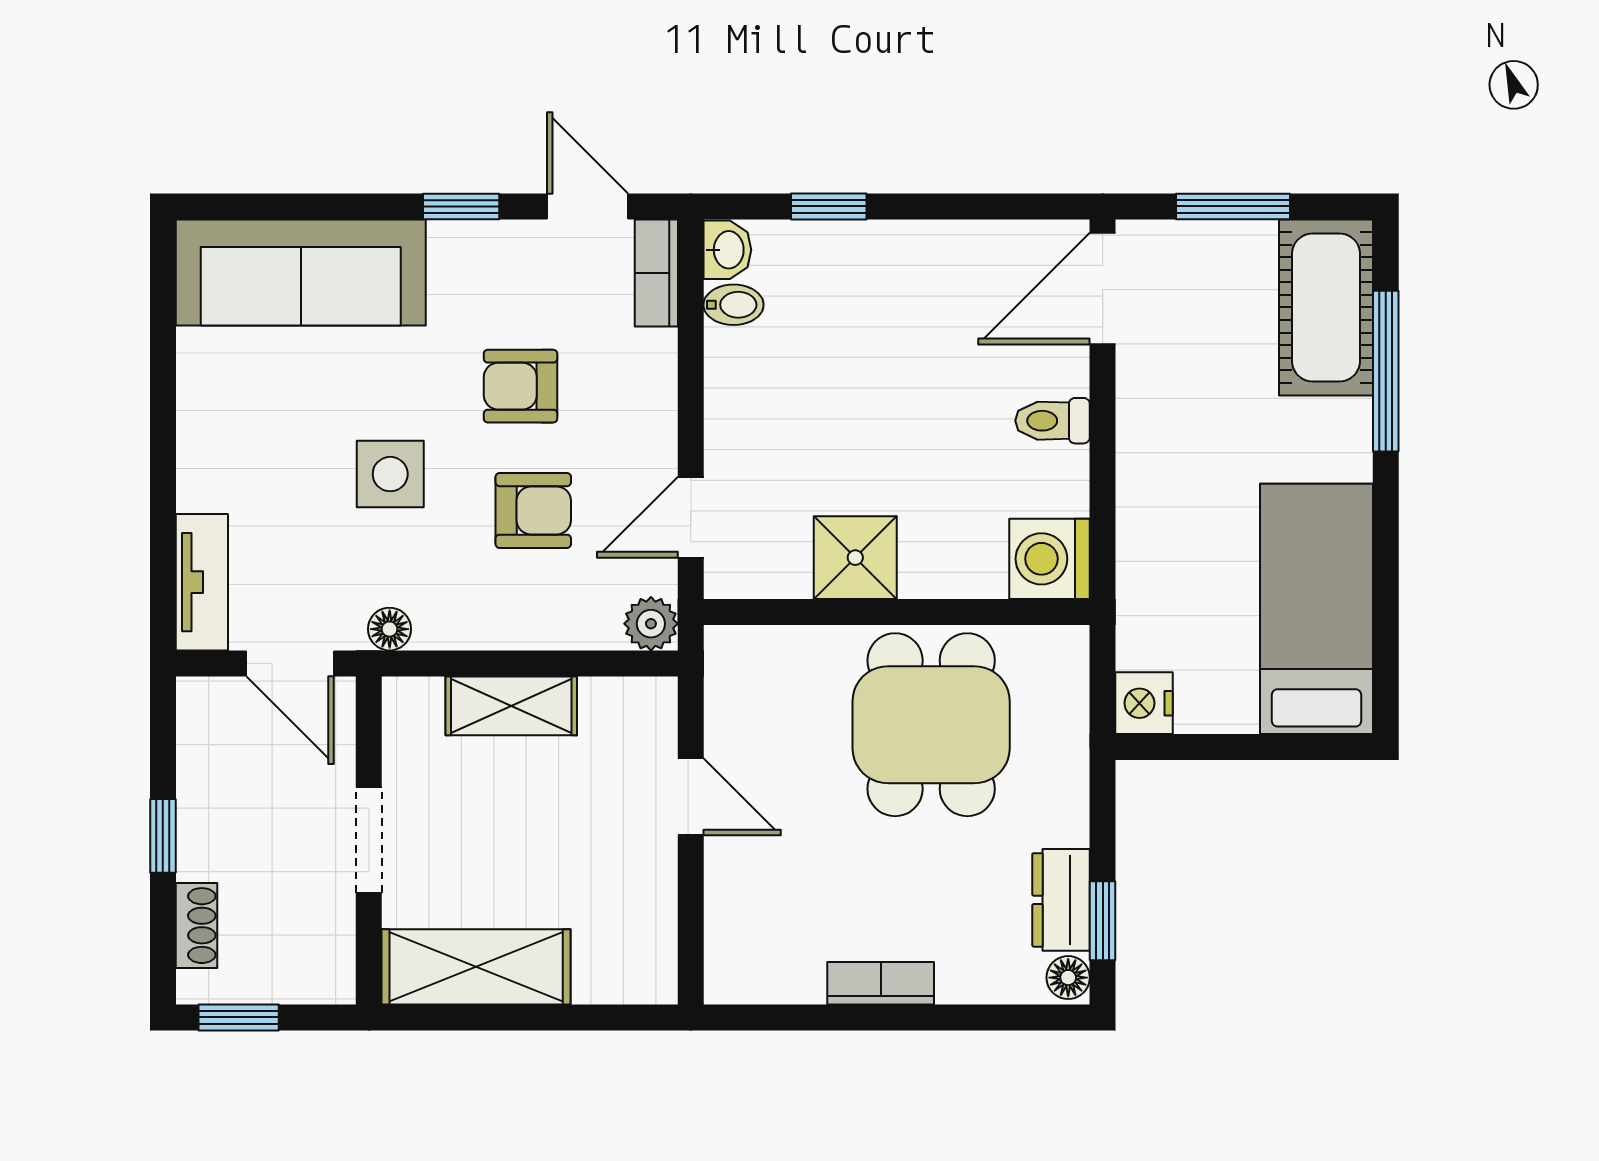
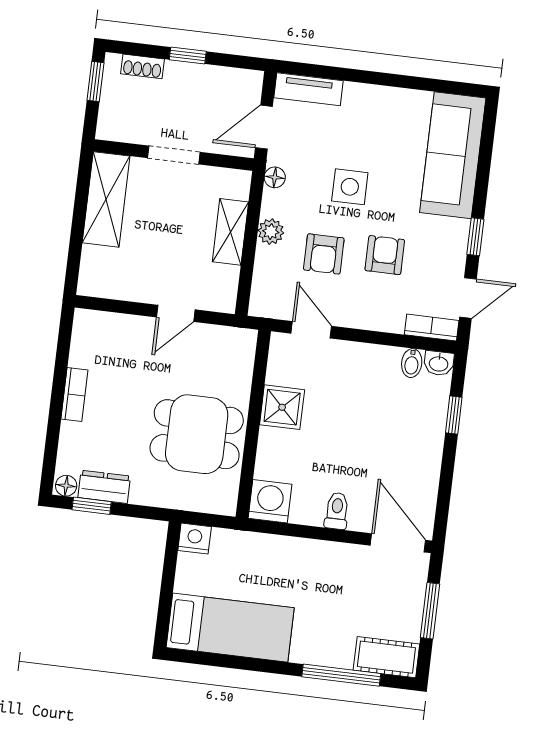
cot: (1326, 307) -> (386, 657), width x0.73, depth x0.75
plant: (651, 624) -> (271, 232), moved

